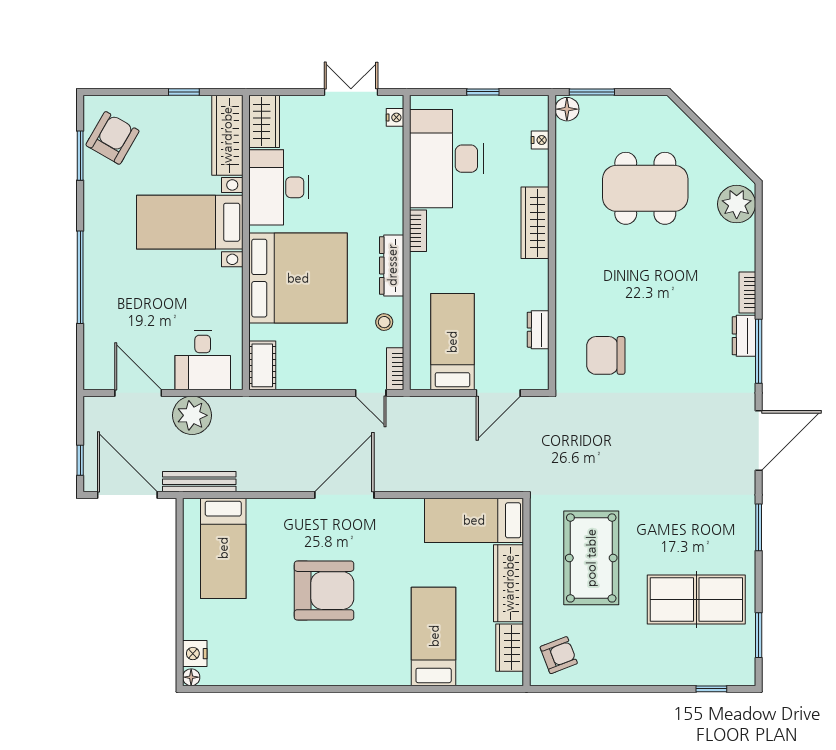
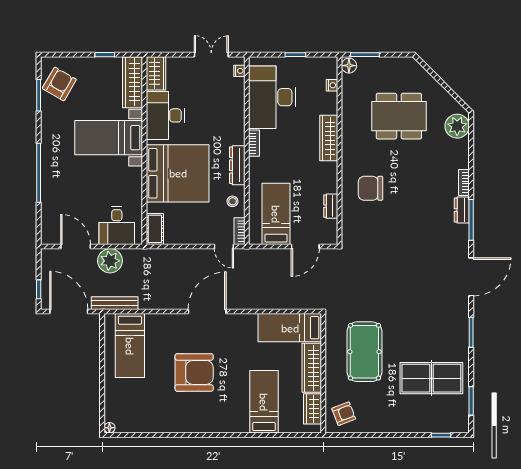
chair: (606, 355) -> (371, 188), moved
nightstand: (195, 654) -> (112, 413), removed

